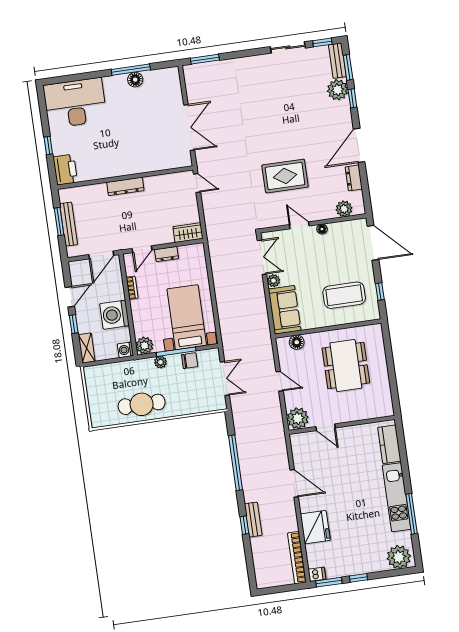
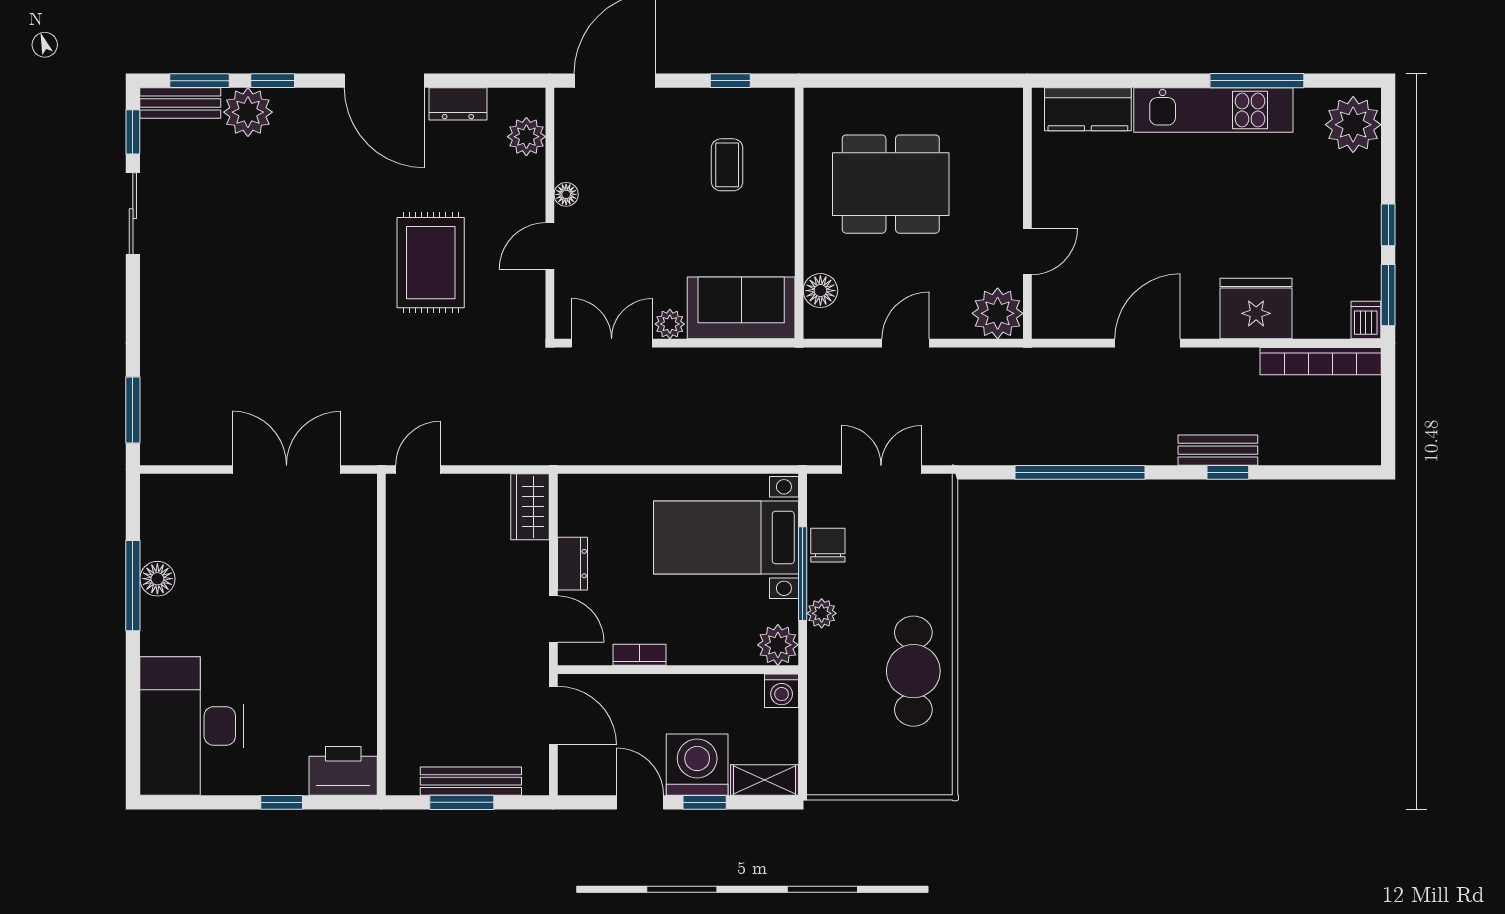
dresser: (125, 186) -> (402, 637), removed
coffee table: (344, 295) -> (727, 165), width x0.54, depth x0.58
washing machine: (114, 315) -> (697, 765), moved, turned 180

